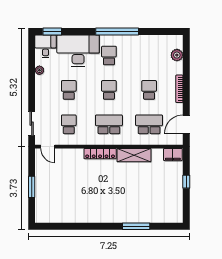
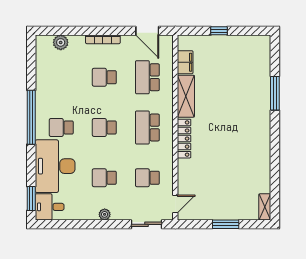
plant: (39, 70) -> (105, 214), moved
filing cabinet: (173, 155) -> (185, 62), moved
shelving: (45, 218) -> (265, 207), added

